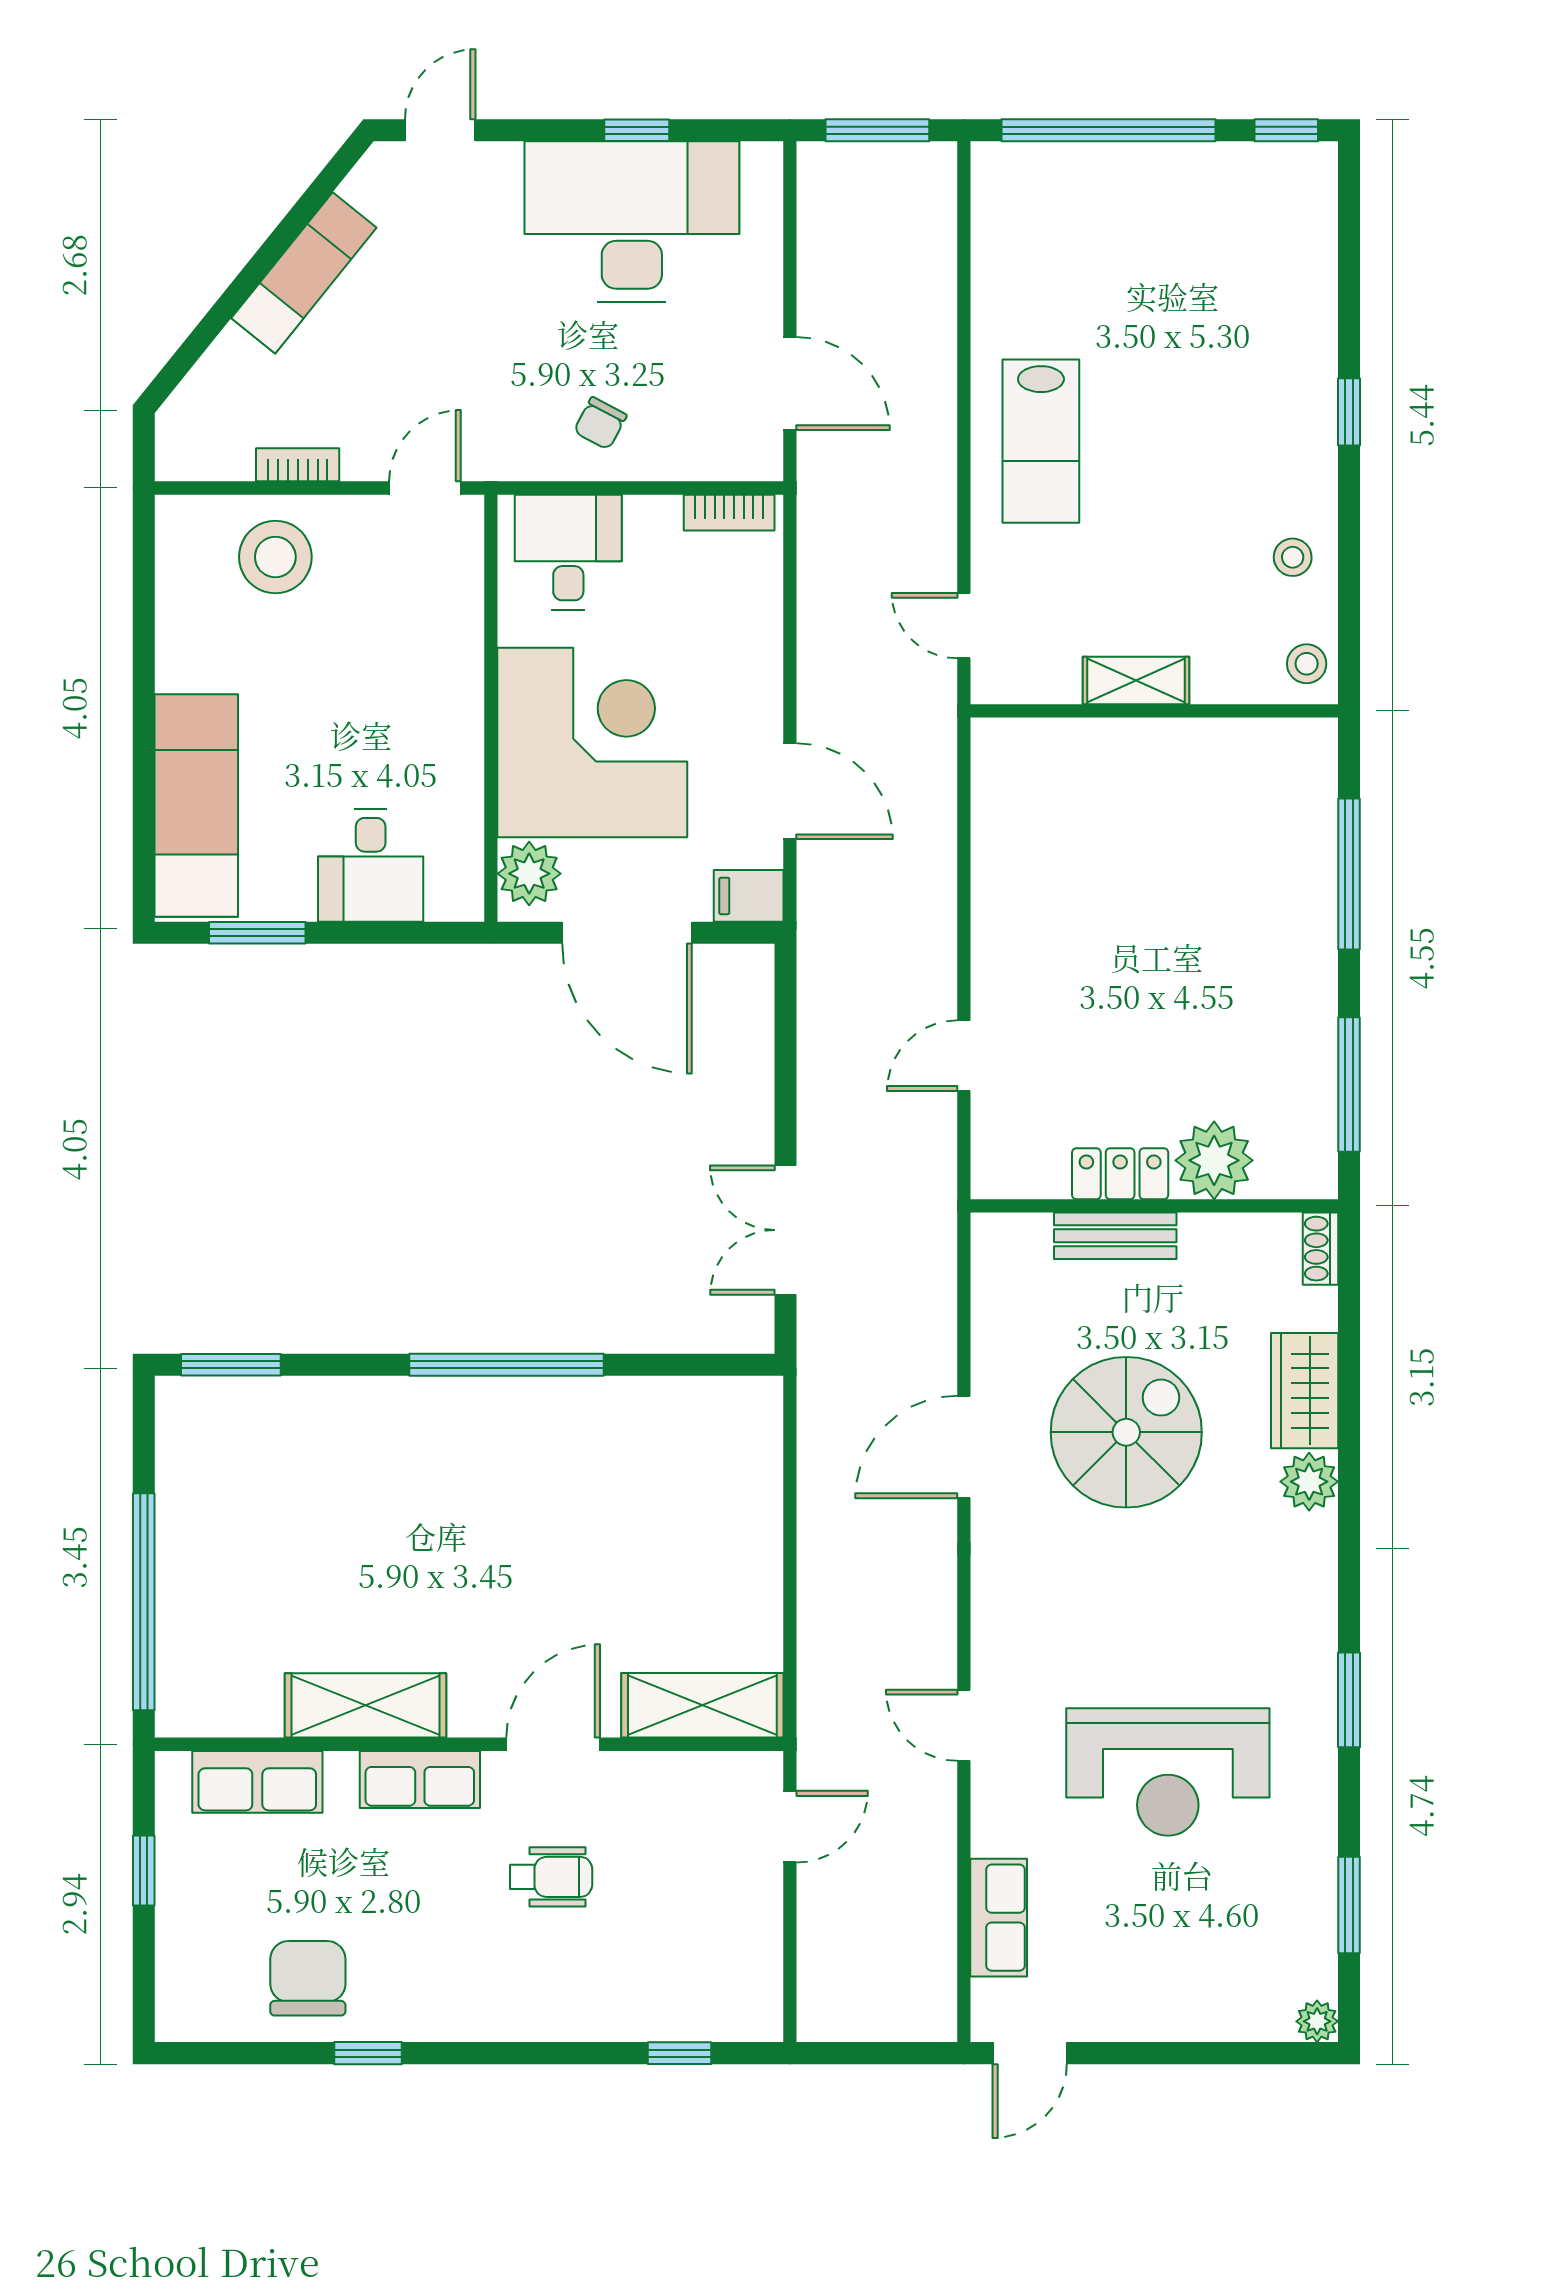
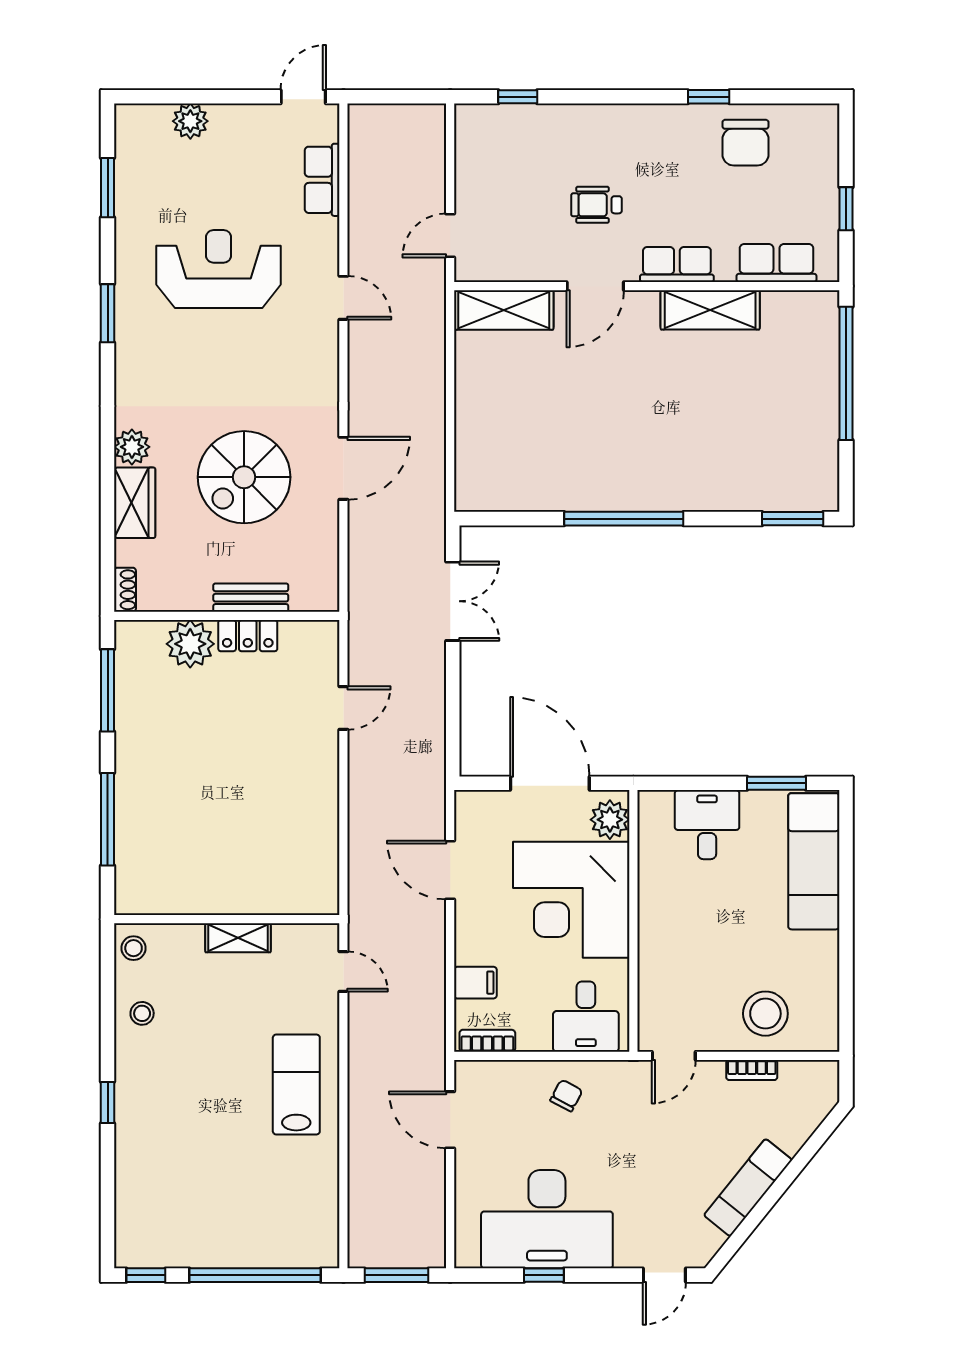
filing cabinet: (749, 896) -> (475, 983), moved
plant: (1317, 2021) -> (190, 121), moved, width x1.38, depth x1.38

